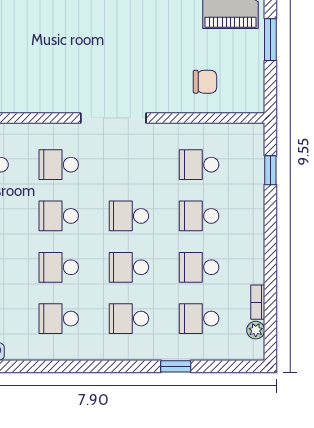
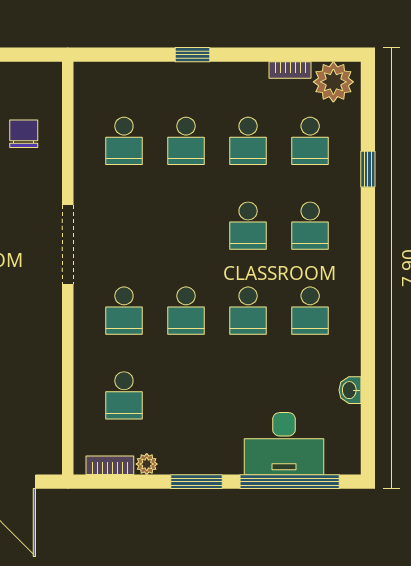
window: (270, 170) -> (192, 55), moved
school desk: (129, 216) -> (186, 226), removed
plant: (256, 330) -> (333, 82), width x1.88, depth x1.88

